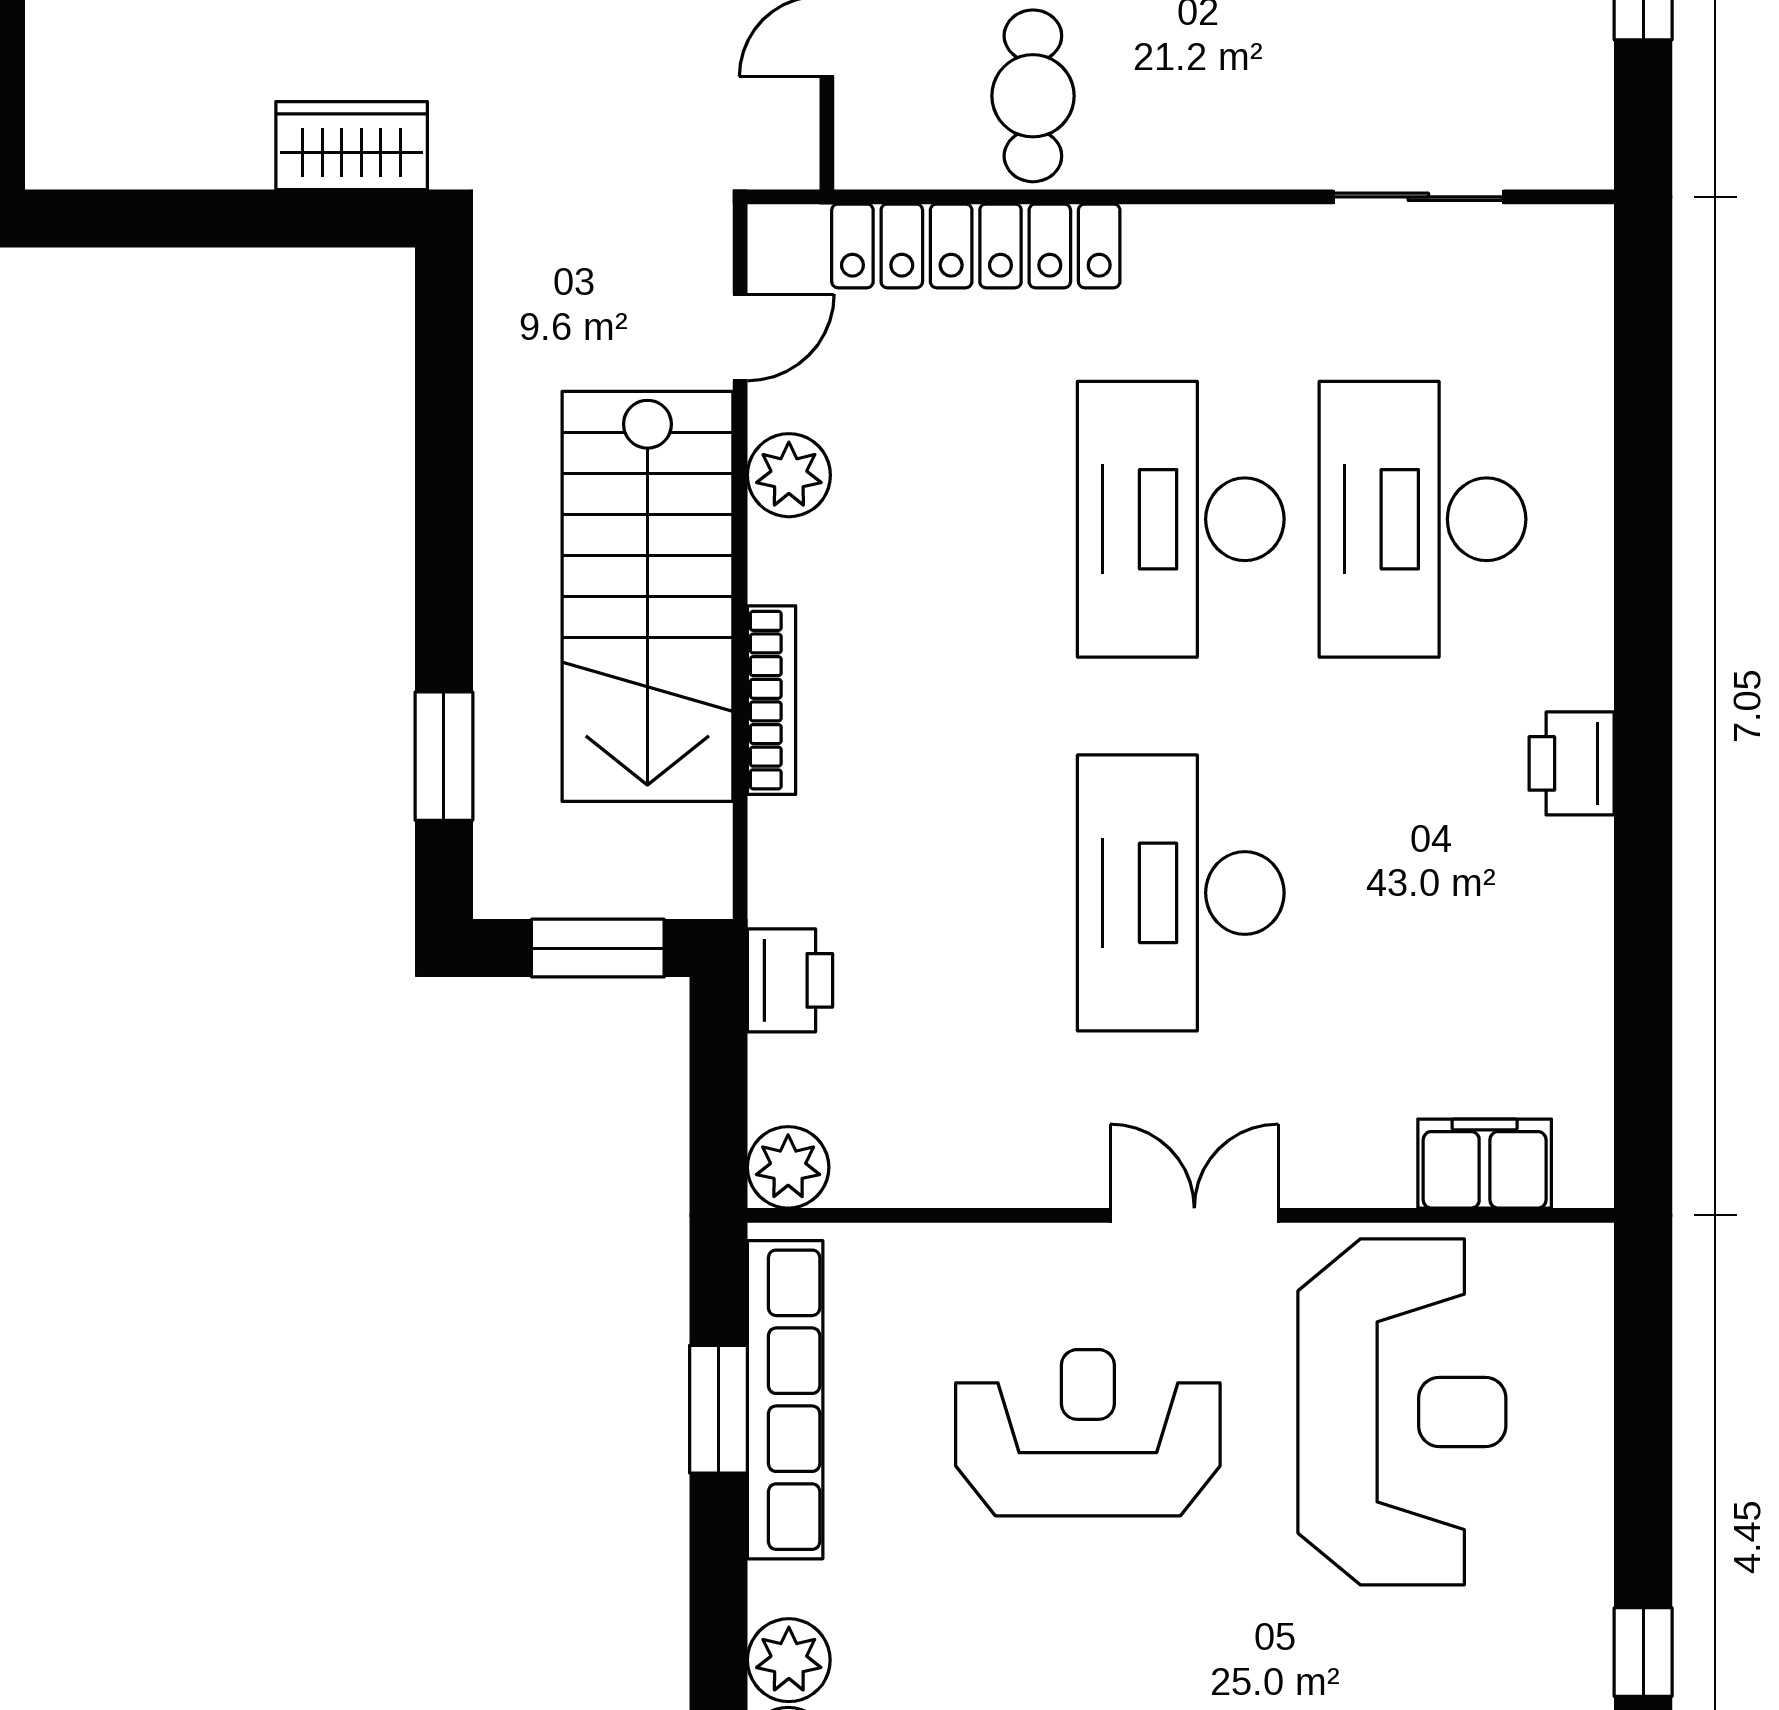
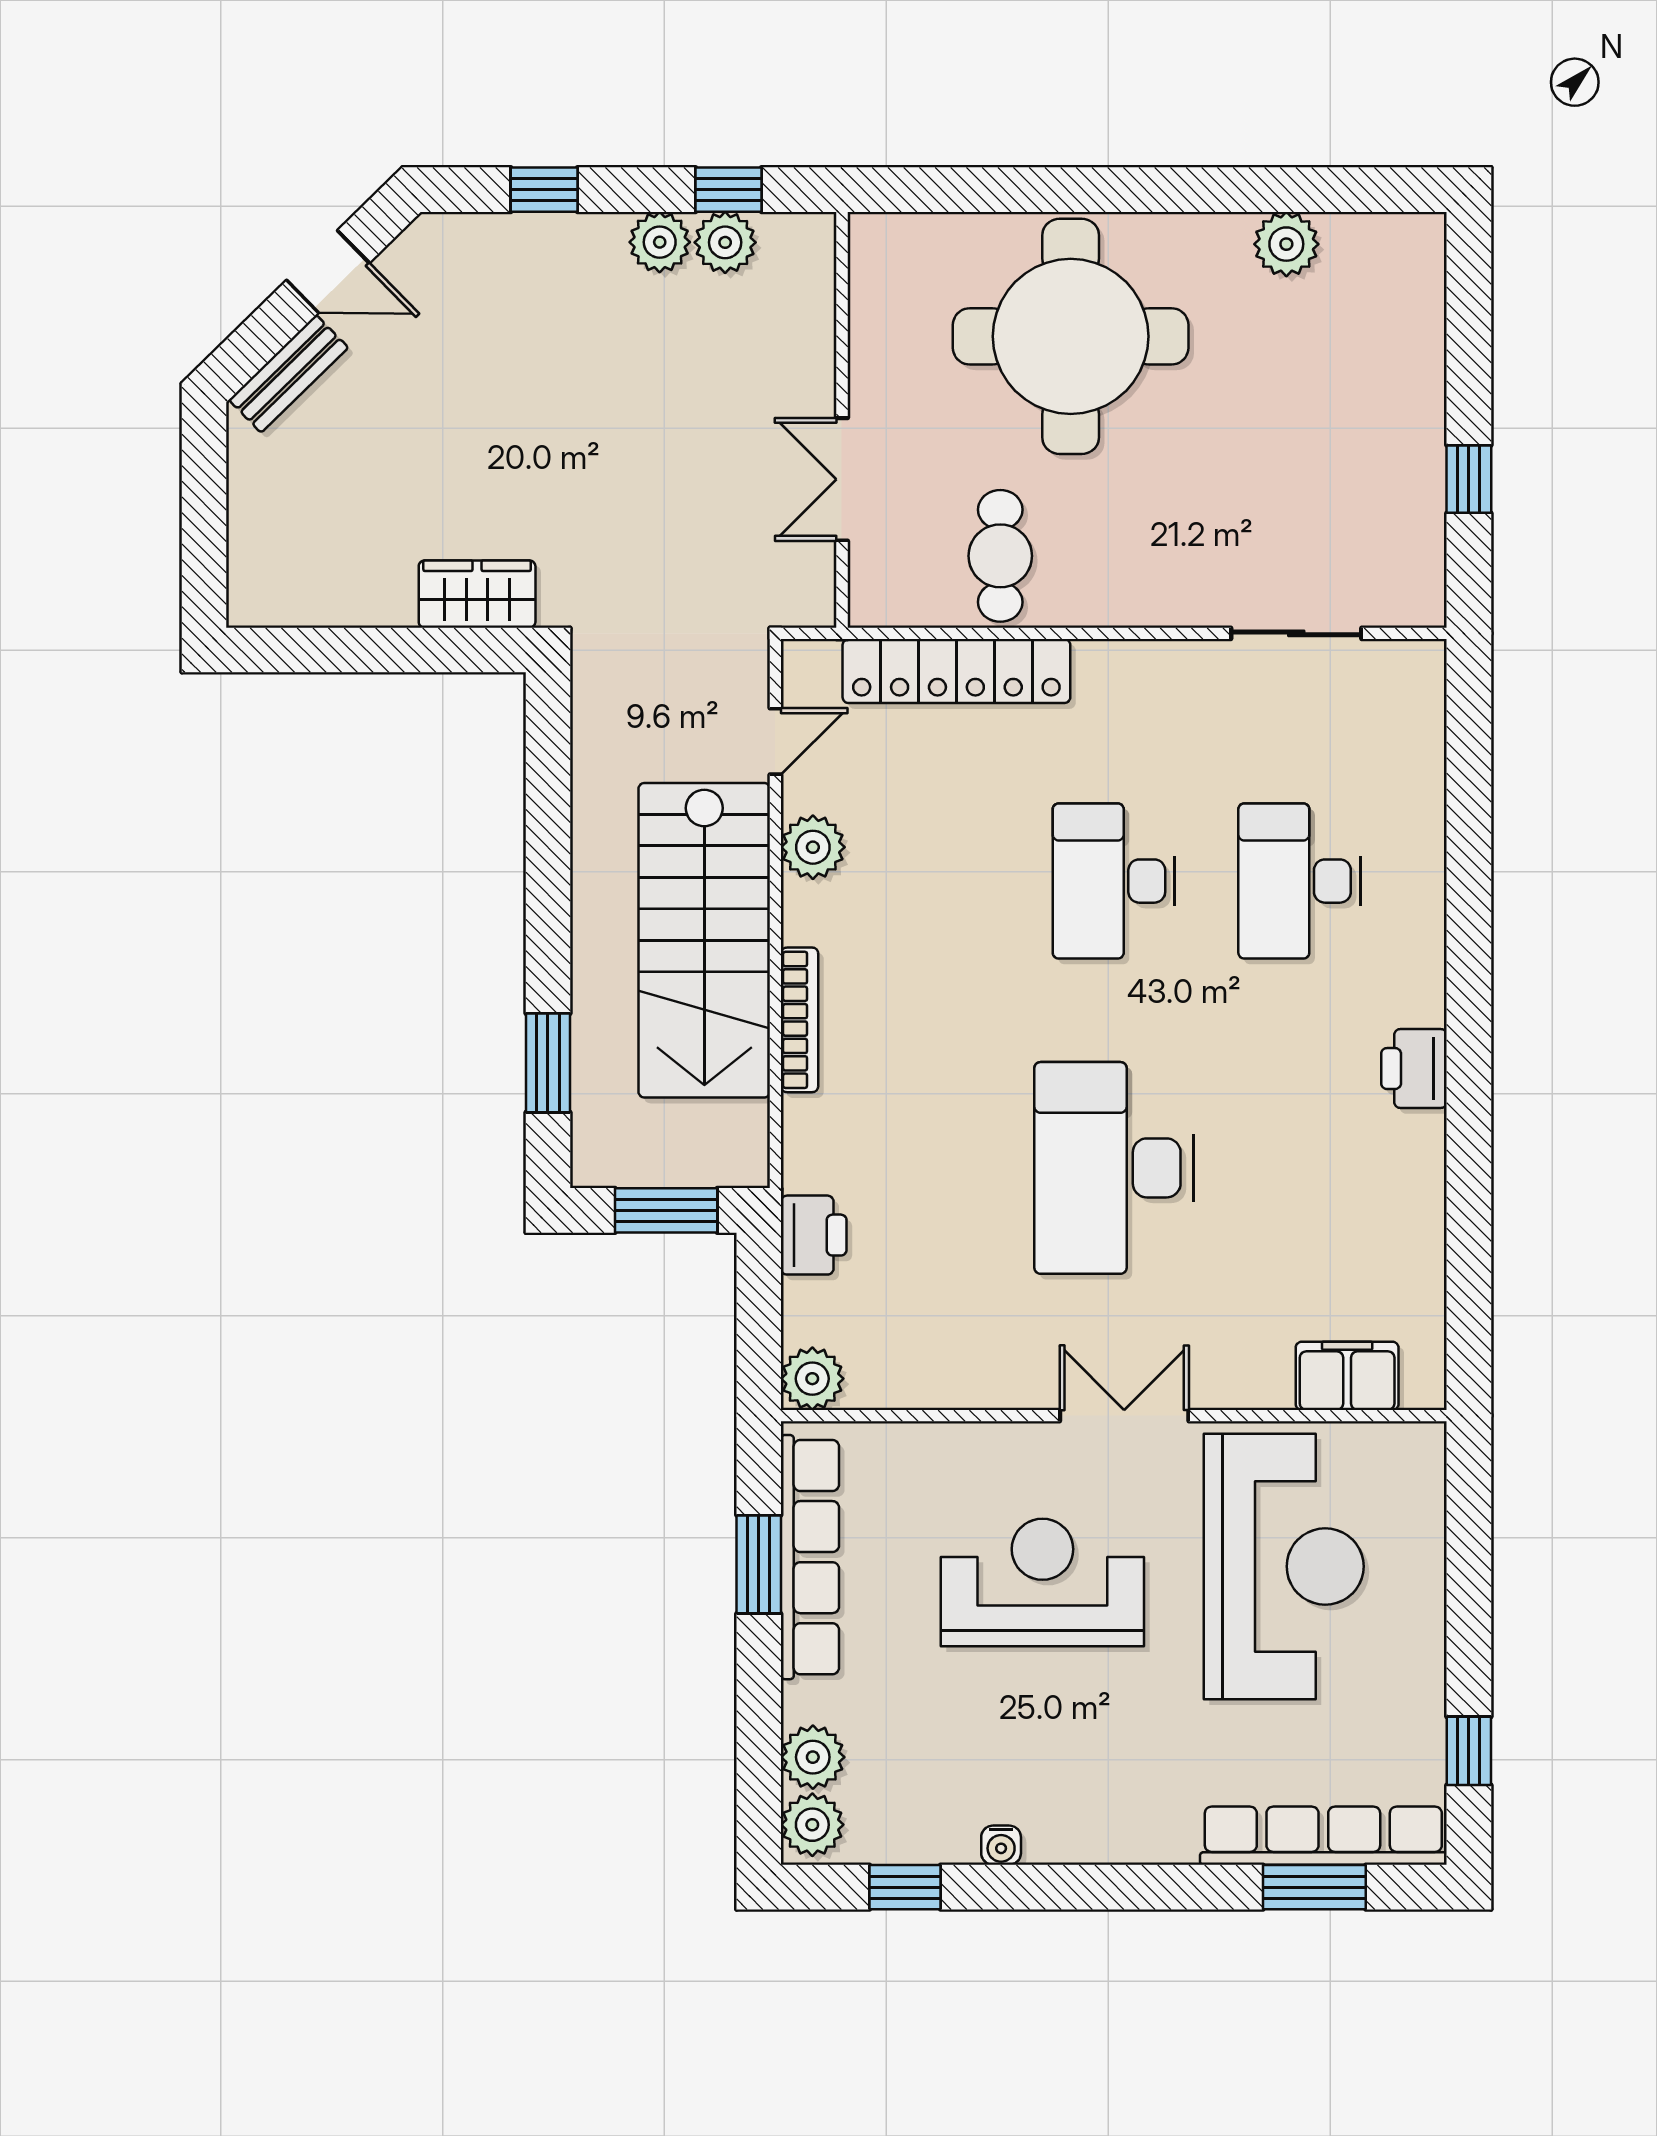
desk: (1181, 519) -> (1114, 881), width x0.73, depth x0.77
desk: (1423, 519) -> (1299, 881), width x0.73, depth x0.77

